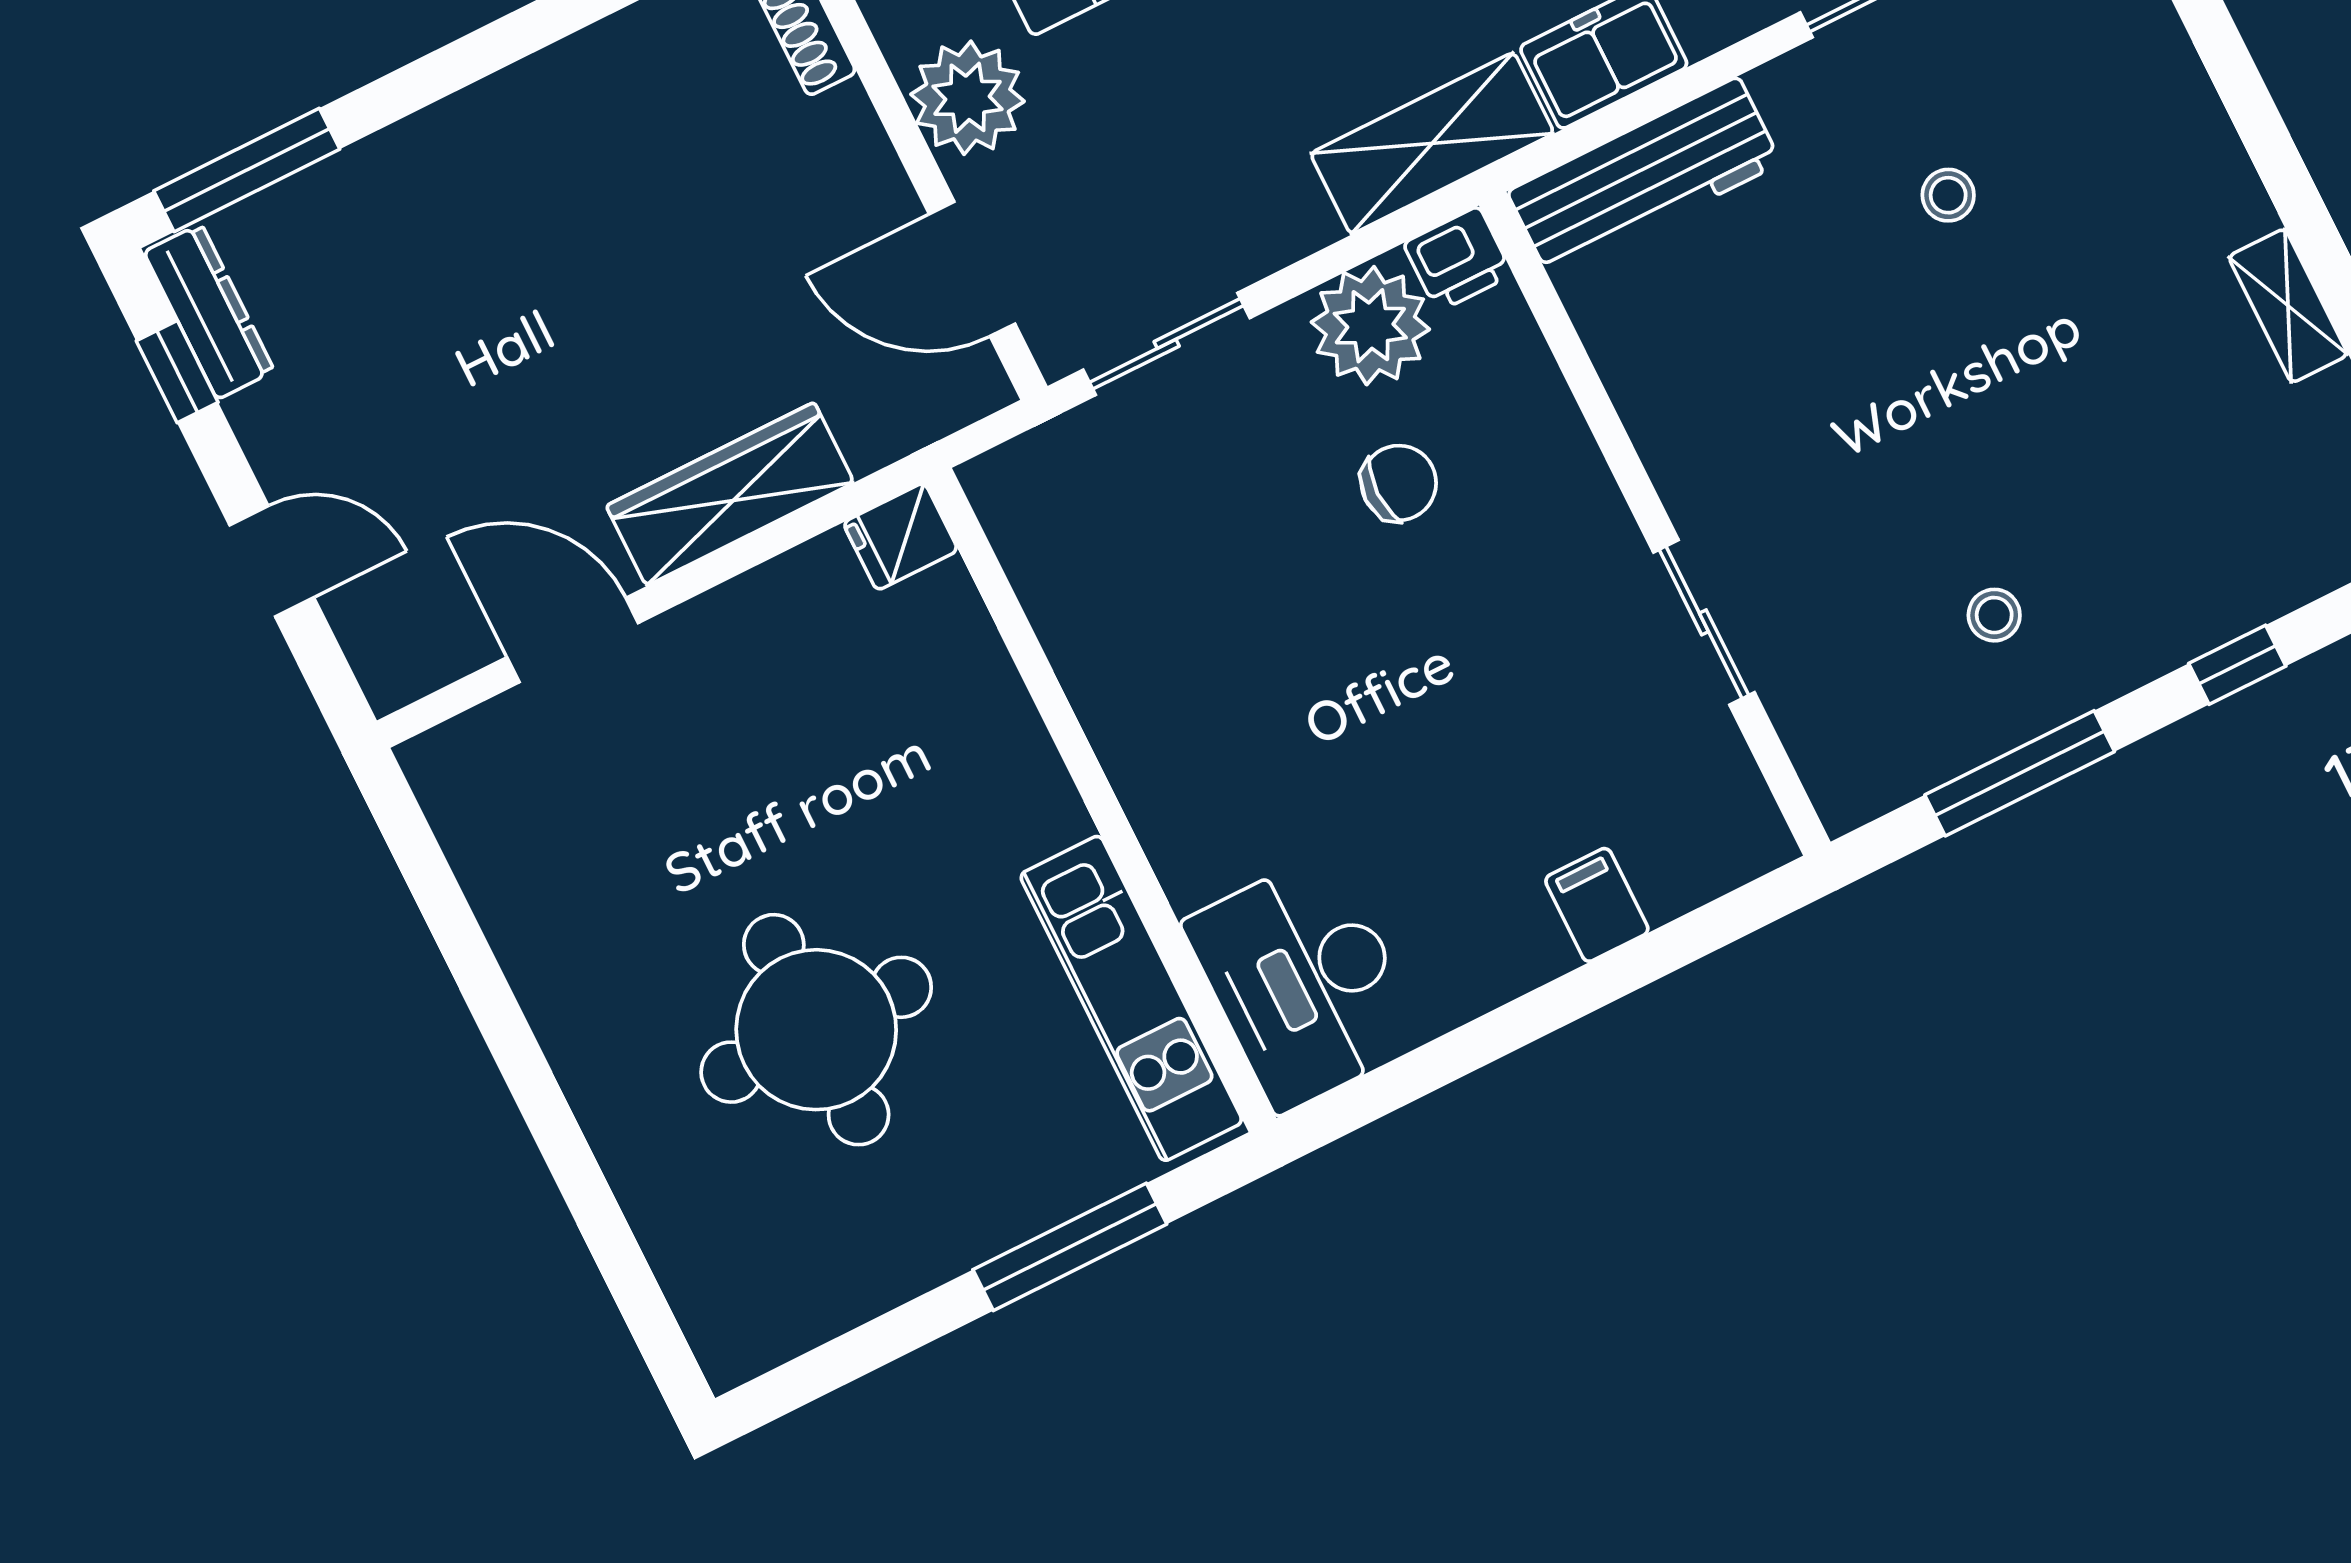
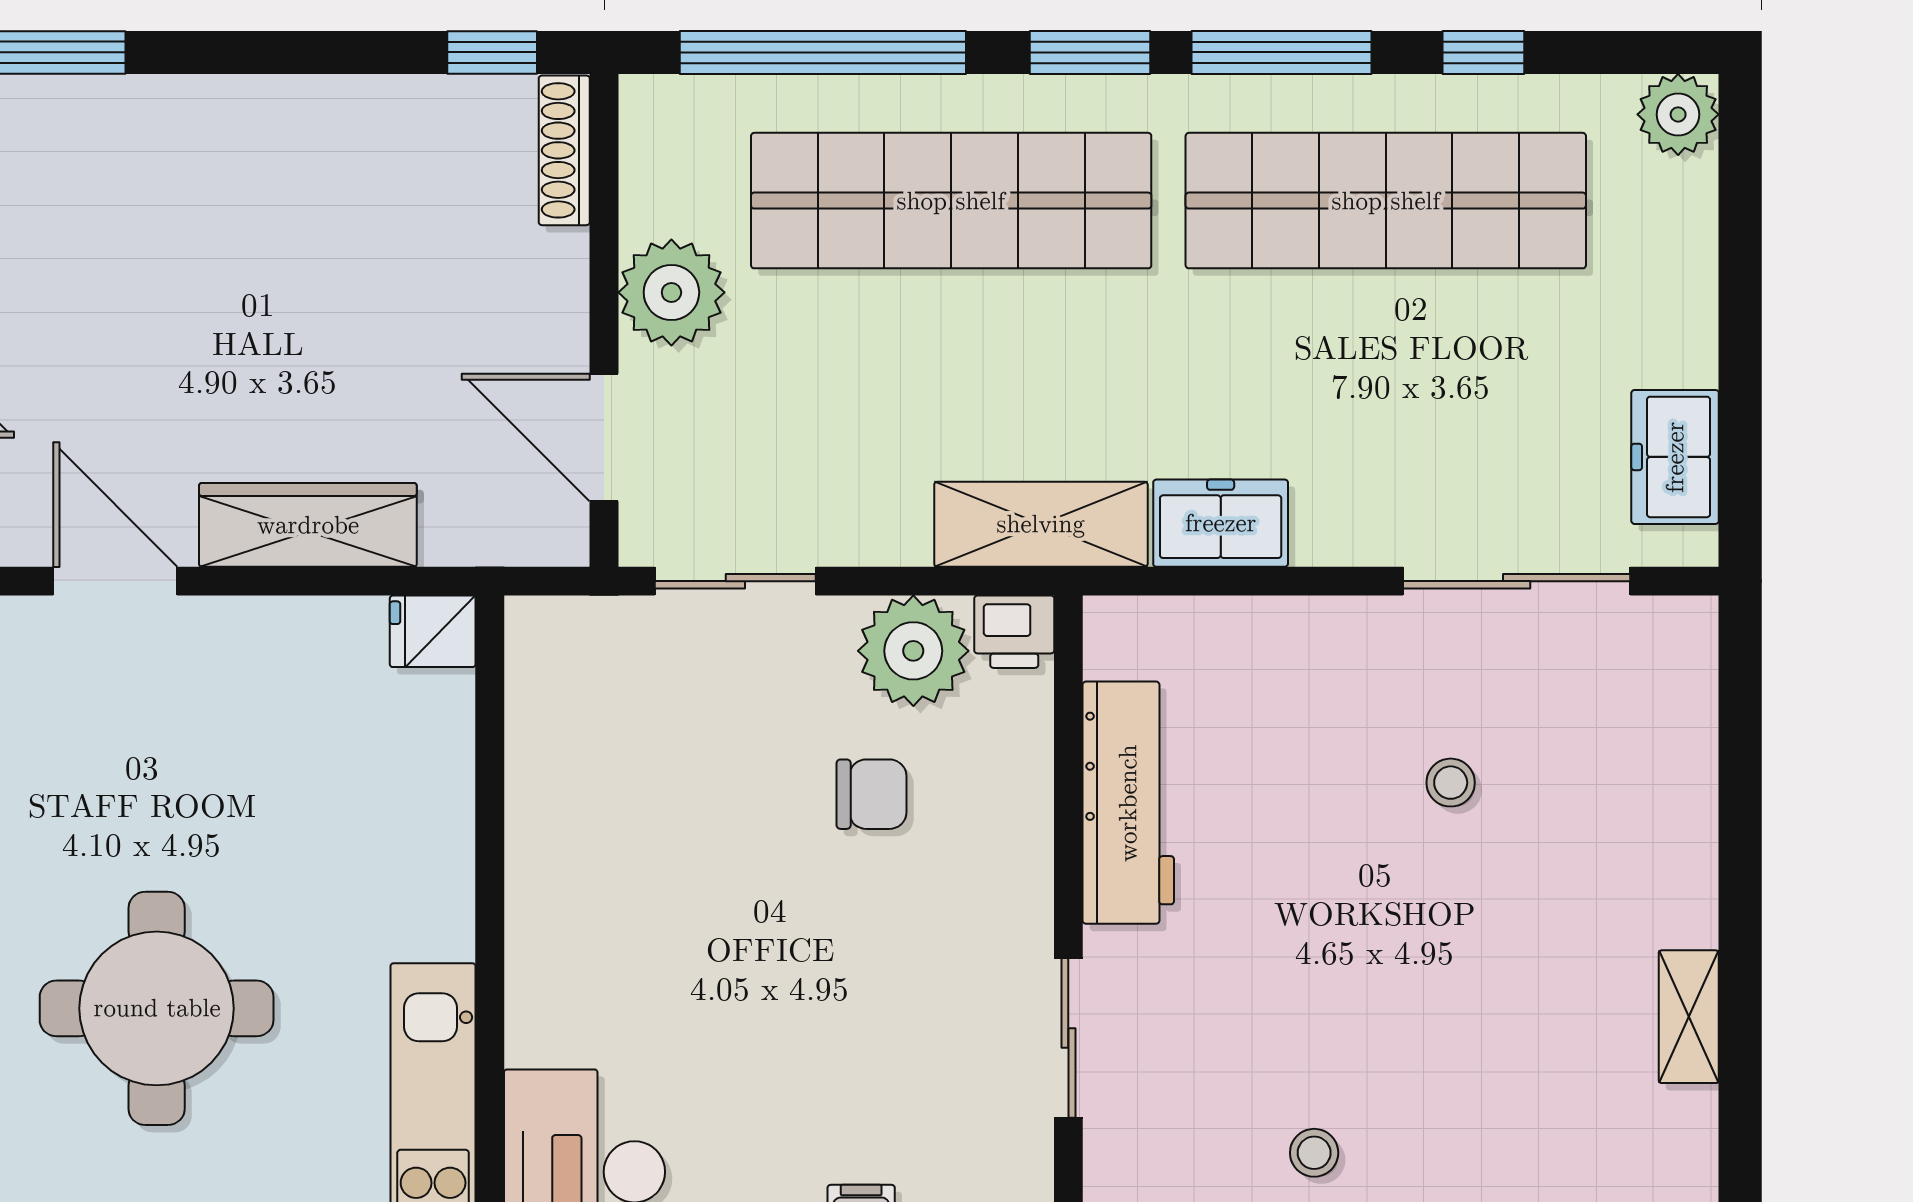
workbench: (1644, 177) -> (1128, 803), moved, turned -90

